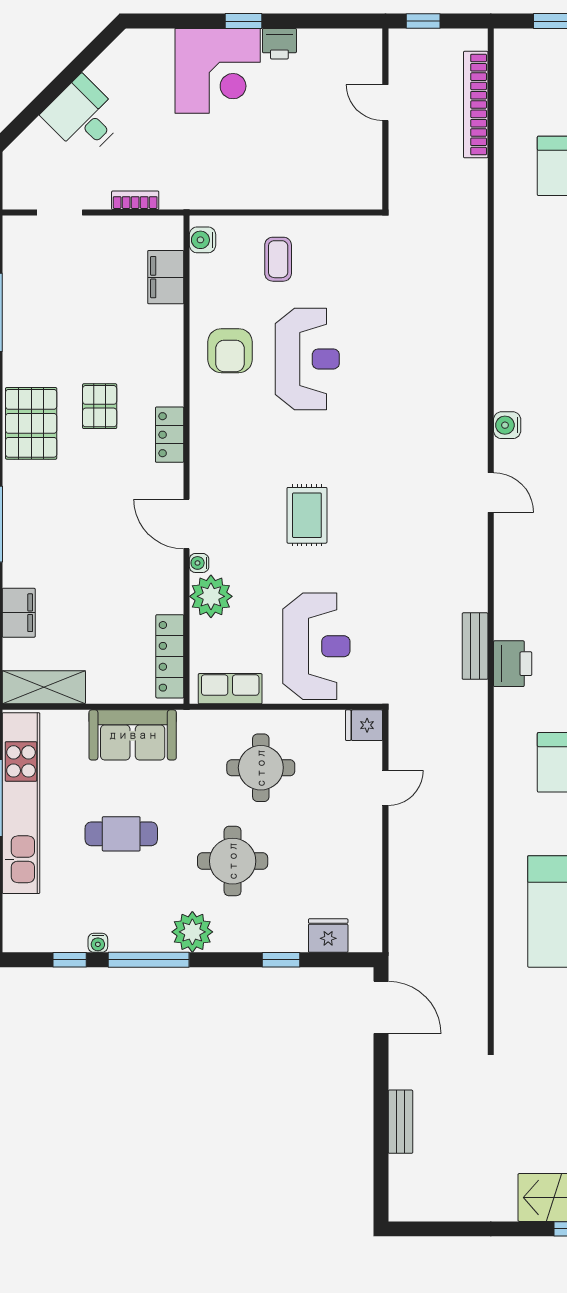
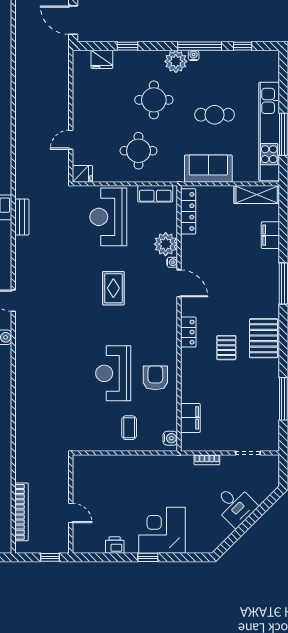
printer: (279, 44) -> (115, 545), moved
water cooler: (98, 943) -> (194, 55), moved

